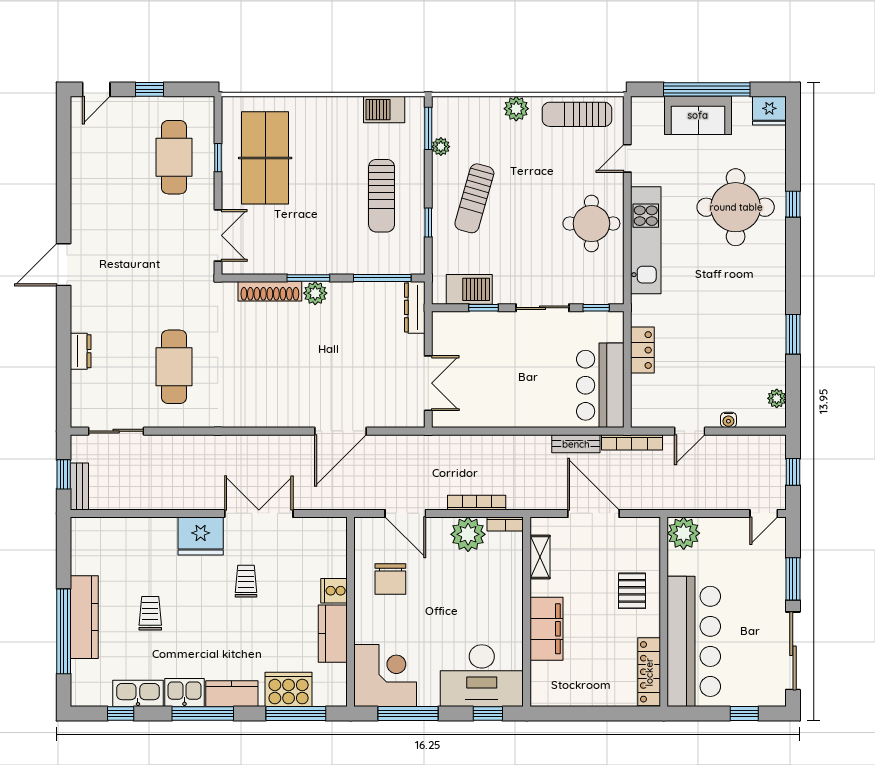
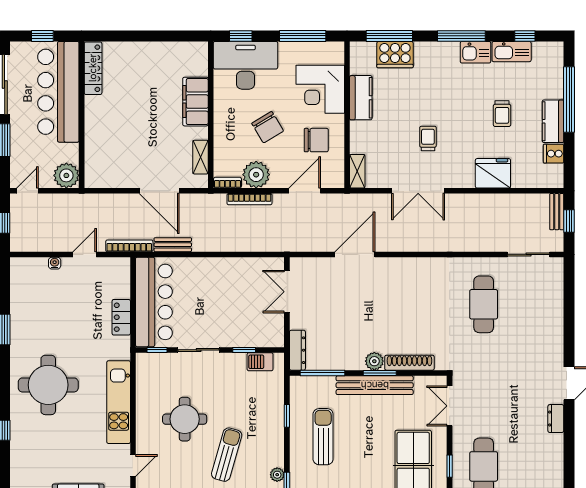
sun lounger: (474, 198) -> (227, 455), moved
round table: (736, 207) -> (48, 385), moved
round table: (591, 224) -> (185, 419), moved
bench: (315, 262) -> (375, 385), added
barbecue: (469, 289) -> (260, 362), width x0.73, depth x0.79
dresser: (81, 351) -> (556, 419), moved
bar counter: (600, 385) -> (154, 302), width x1.36
plant: (777, 398) -> (17, 280), removed
door: (405, 513) -> (305, 191), hinge flipped
plant: (684, 533) -> (66, 175), moved
fridge: (201, 536) -> (493, 173), moved
shelving: (337, 539) -> (357, 171), added
chair: (390, 579) -> (316, 140), turned 90
trolley: (246, 581) -> (428, 138), turned 180
cooker: (334, 591) -> (554, 154), moved, turned 180
pallet: (632, 591) -> (129, 131), removed
chair: (453, 596) -> (268, 127), added
wall: (664, 612) -> (82, 115), moved
kitchen counter: (84, 617) -> (553, 121), width x0.67
bar counter: (694, 641) -> (58, 92), moved
locker: (649, 672) -> (93, 68), moved
corner desk: (385, 676) -> (320, 89), moved
kitchen counter: (232, 694) -> (439, 51), removed

